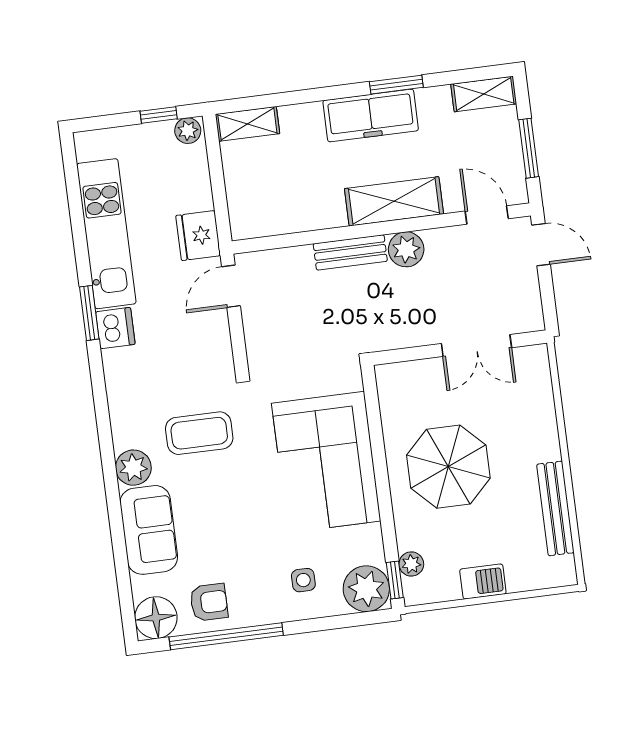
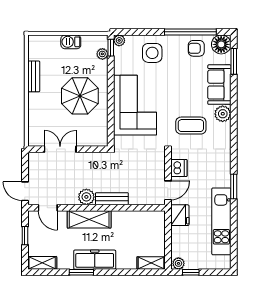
window: (529, 148) -> (25, 236), width x0.67
dishwasher: (115, 328) -> (179, 168), moved, turned 180
bench: (555, 508) -> (34, 76), width x0.73
side table: (303, 580) -> (152, 53), width x1.87, depth x1.87
window: (124, 584) -> (234, 61), added
plant: (366, 589) -> (119, 40), width x0.53, depth x0.53

